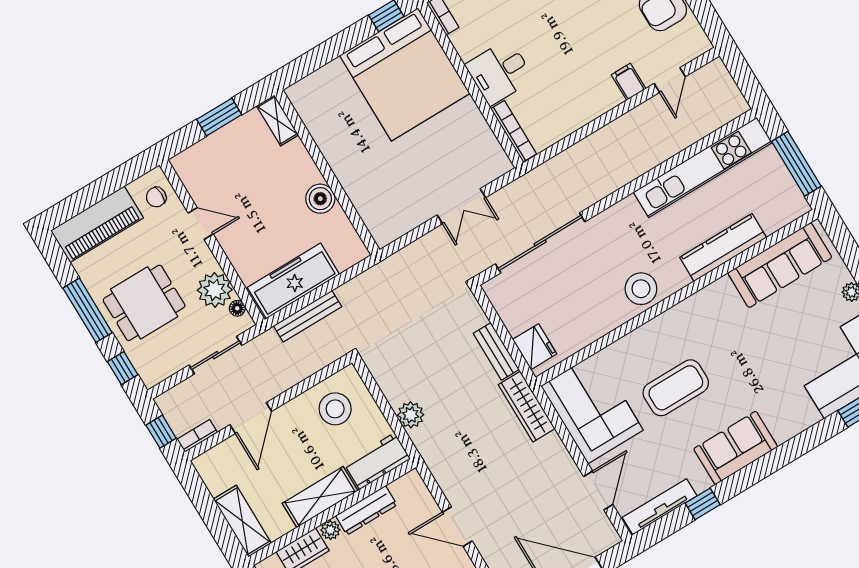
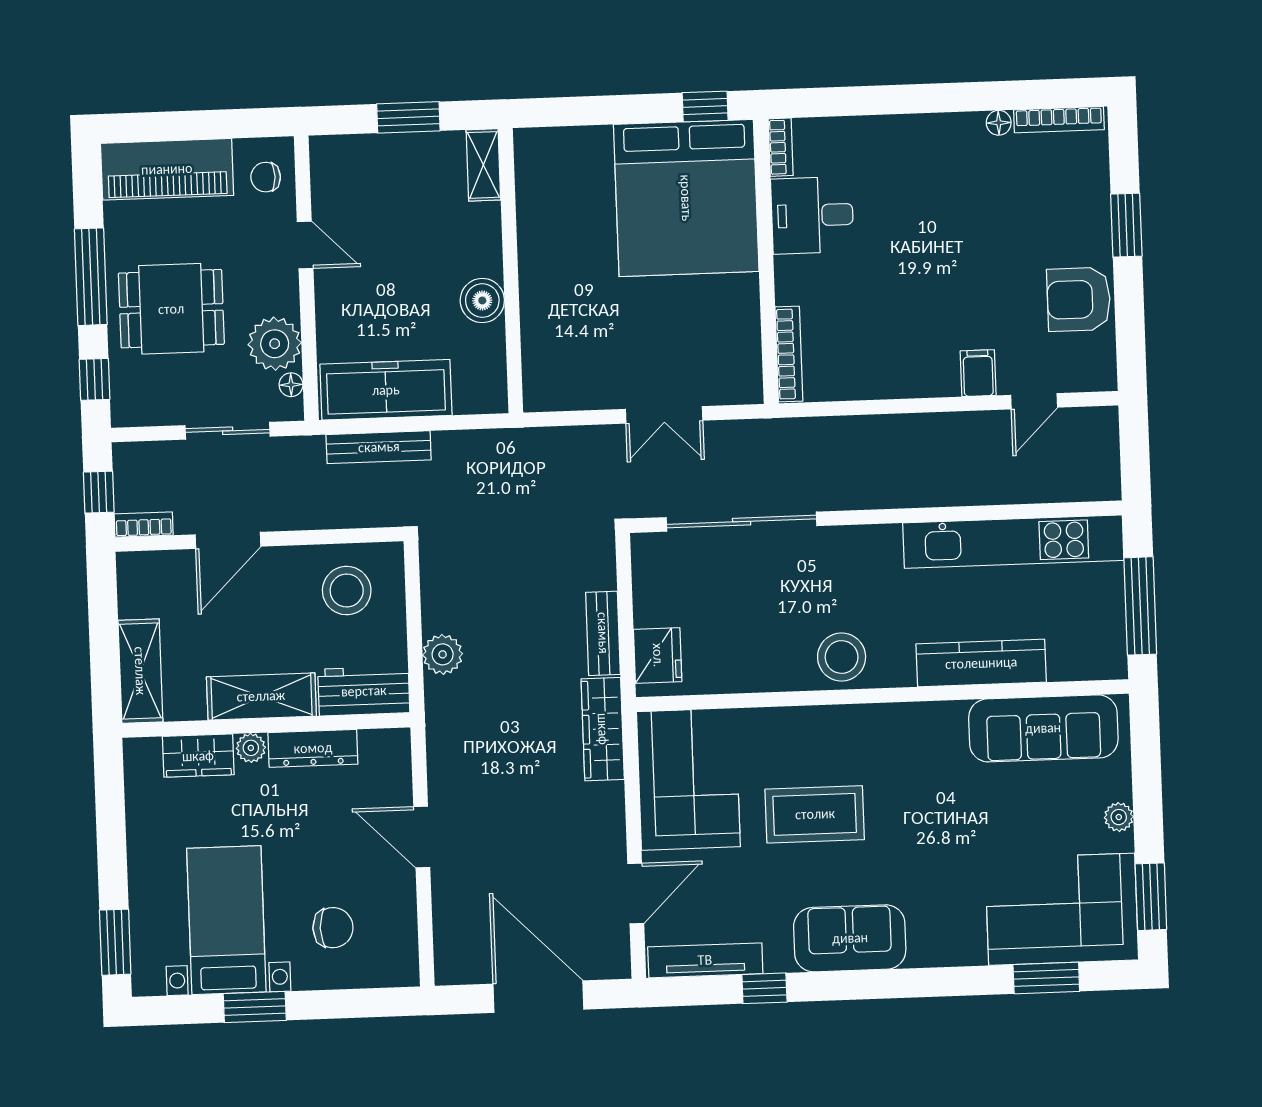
desk: (500, 72) -> (812, 215), moved

